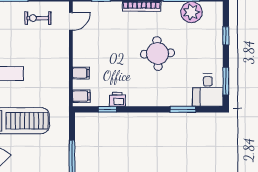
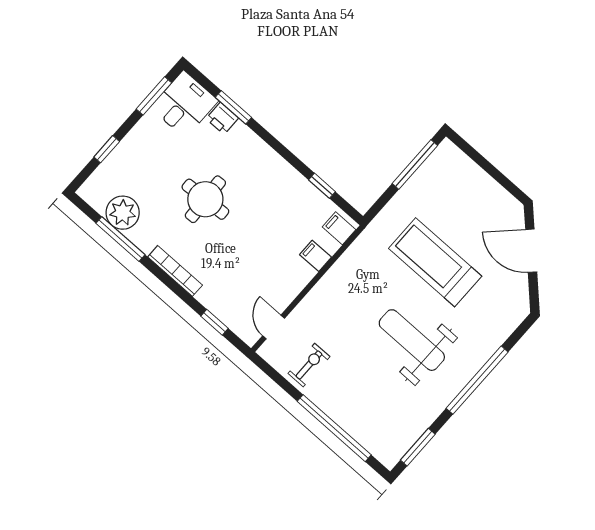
exercise bike: (38, 18) -> (309, 365), turned -90
door: (71, 21) -> (274, 327), hinge flipped
printer: (117, 99) -> (222, 118), moved

